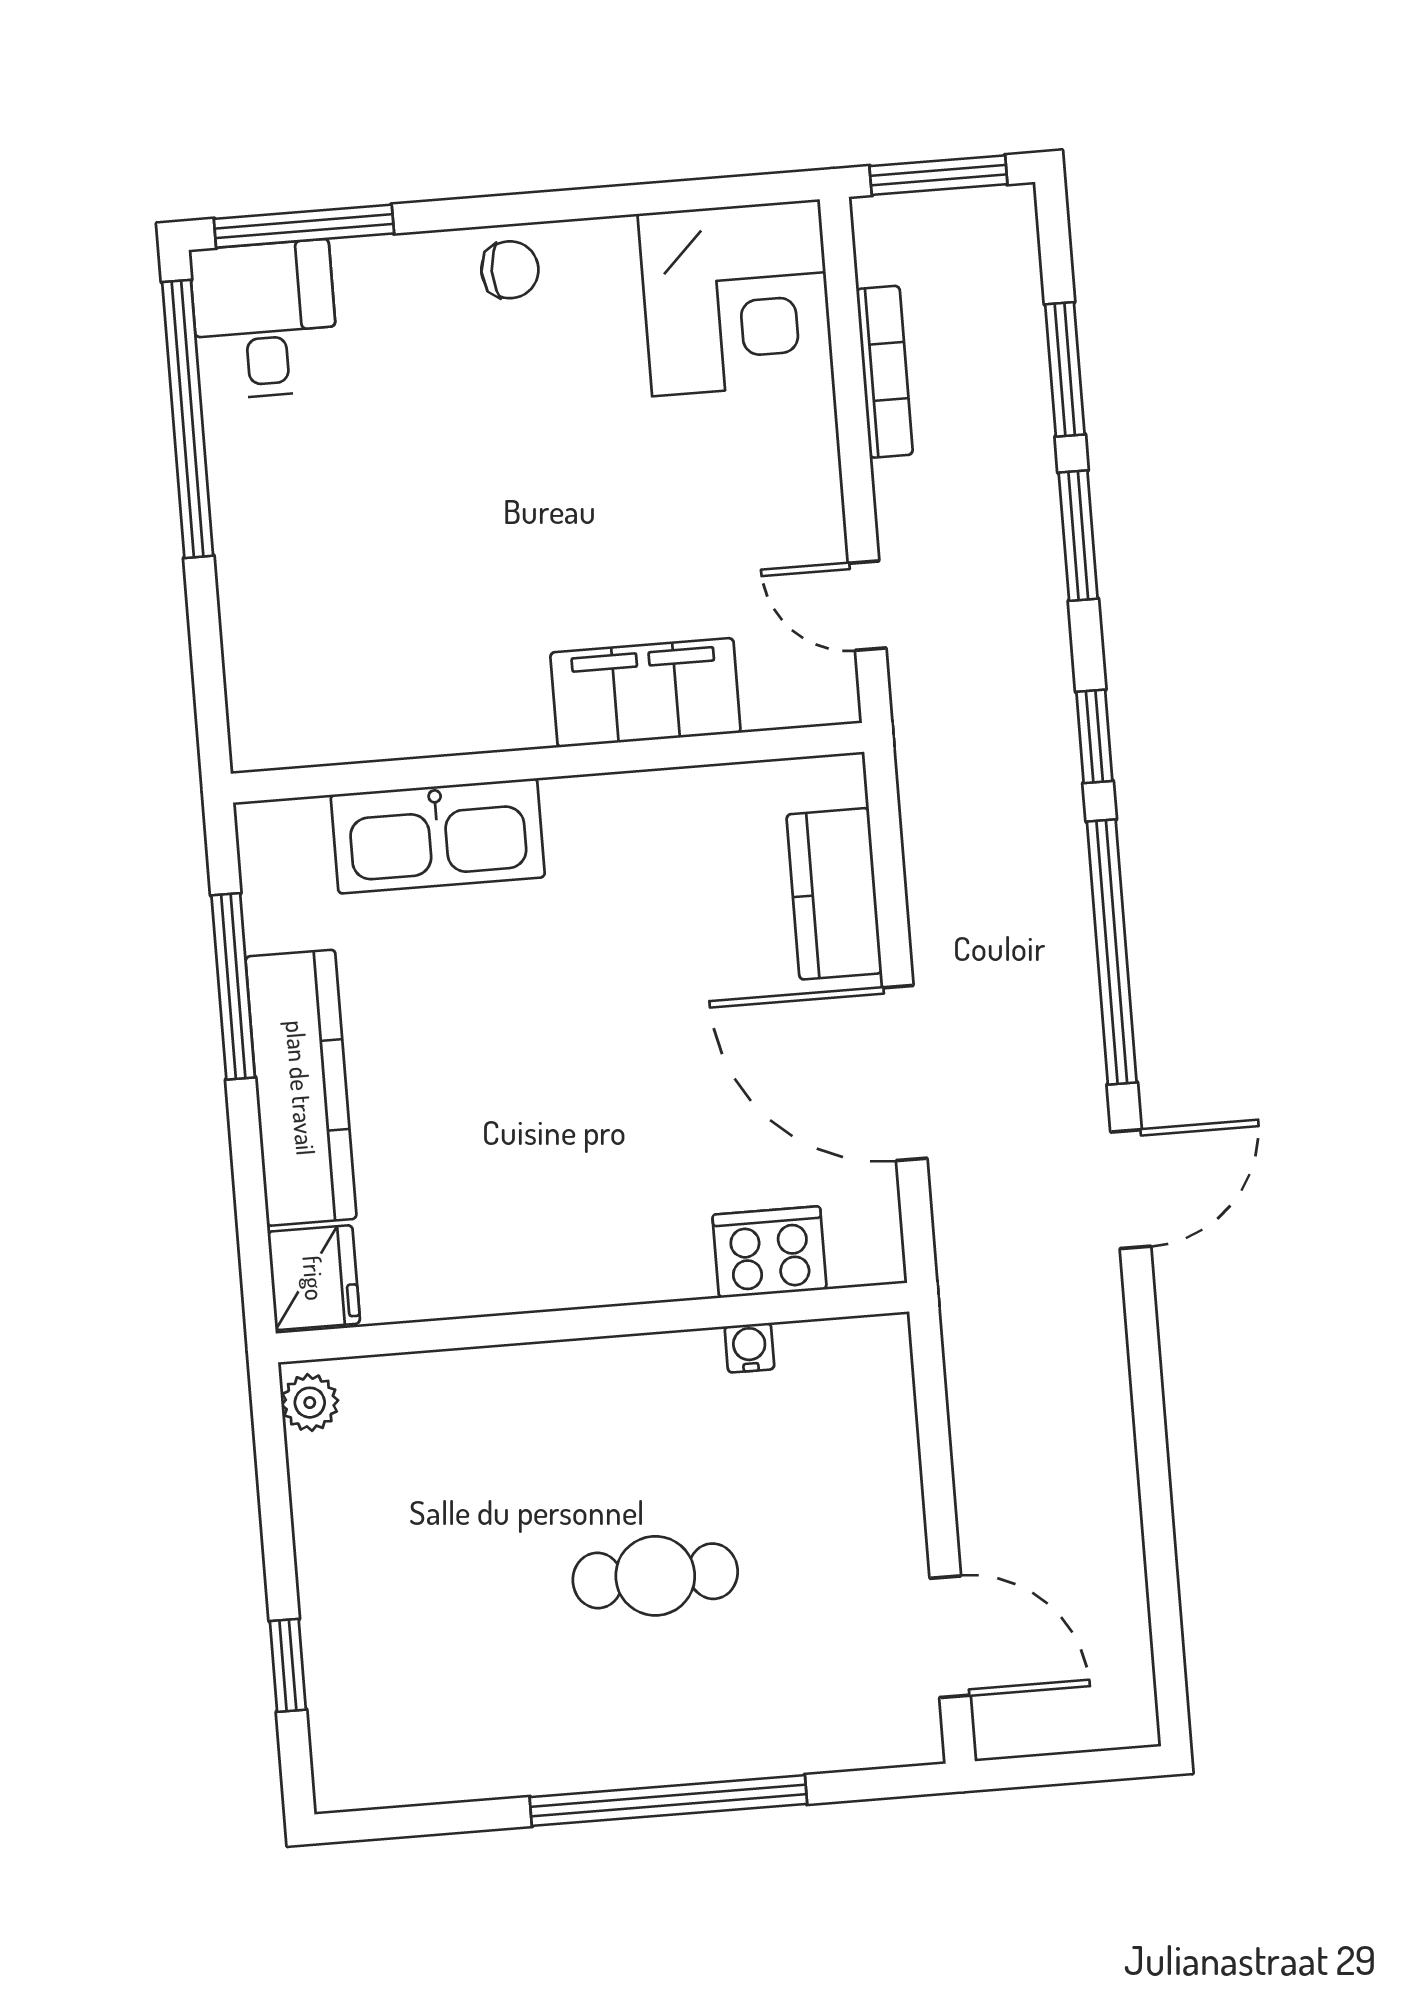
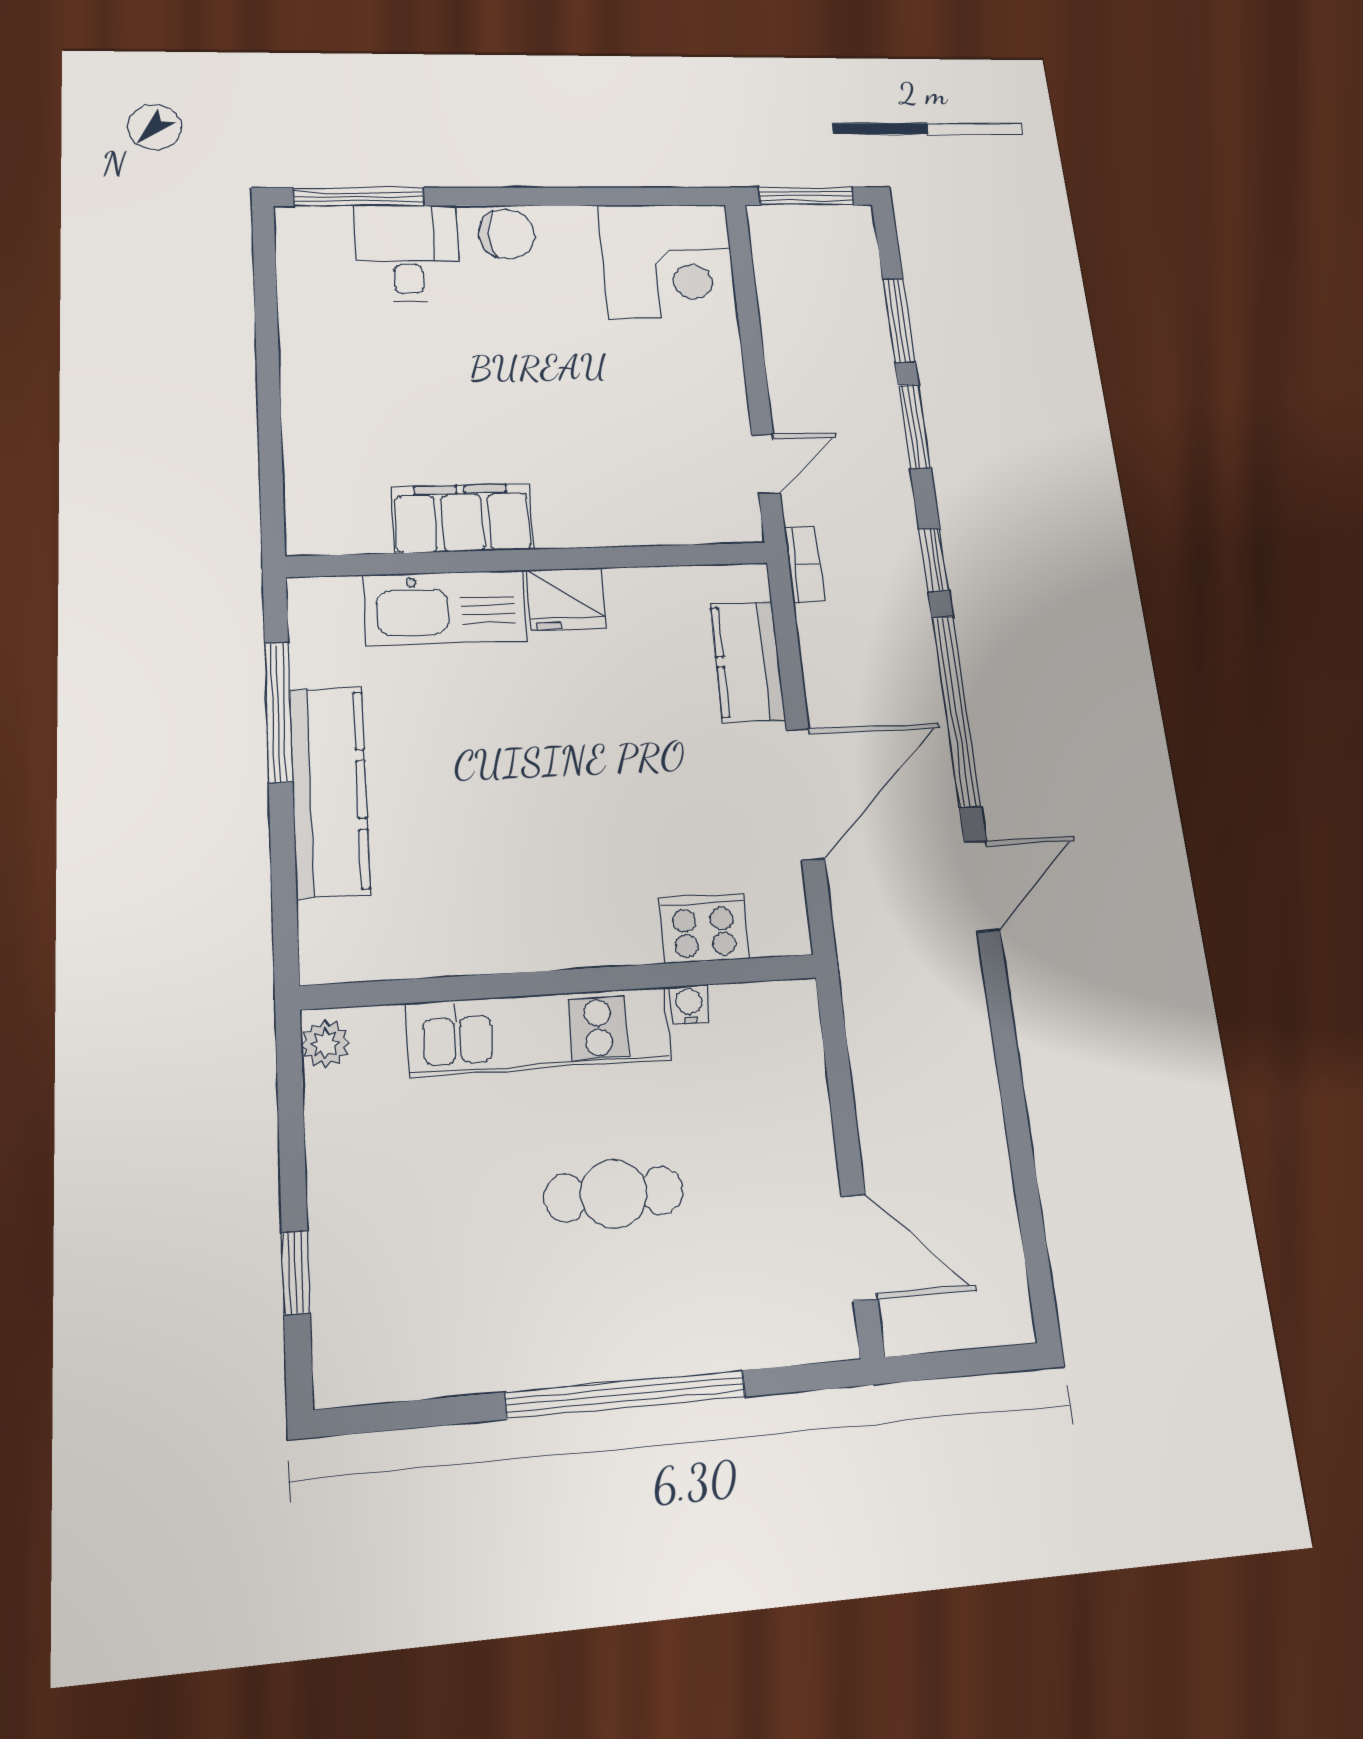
chair: (510, 270) -> (507, 234), width x1.37, depth x1.37
desk: (264, 320) -> (407, 253), moved
bookcase: (885, 372) -> (804, 564), moved, width x0.64
window: (188, 419) -> (266, 314), removed
door: (867, 606) -> (766, 464), swing flipped
filing cabinet: (645, 693) -> (462, 518), moved
door: (905, 1073) -> (805, 794), swing flipped
fridge: (314, 1278) -> (566, 599), moved, turned 90
kitchen unit: (564, 1384) -> (539, 1032), added

